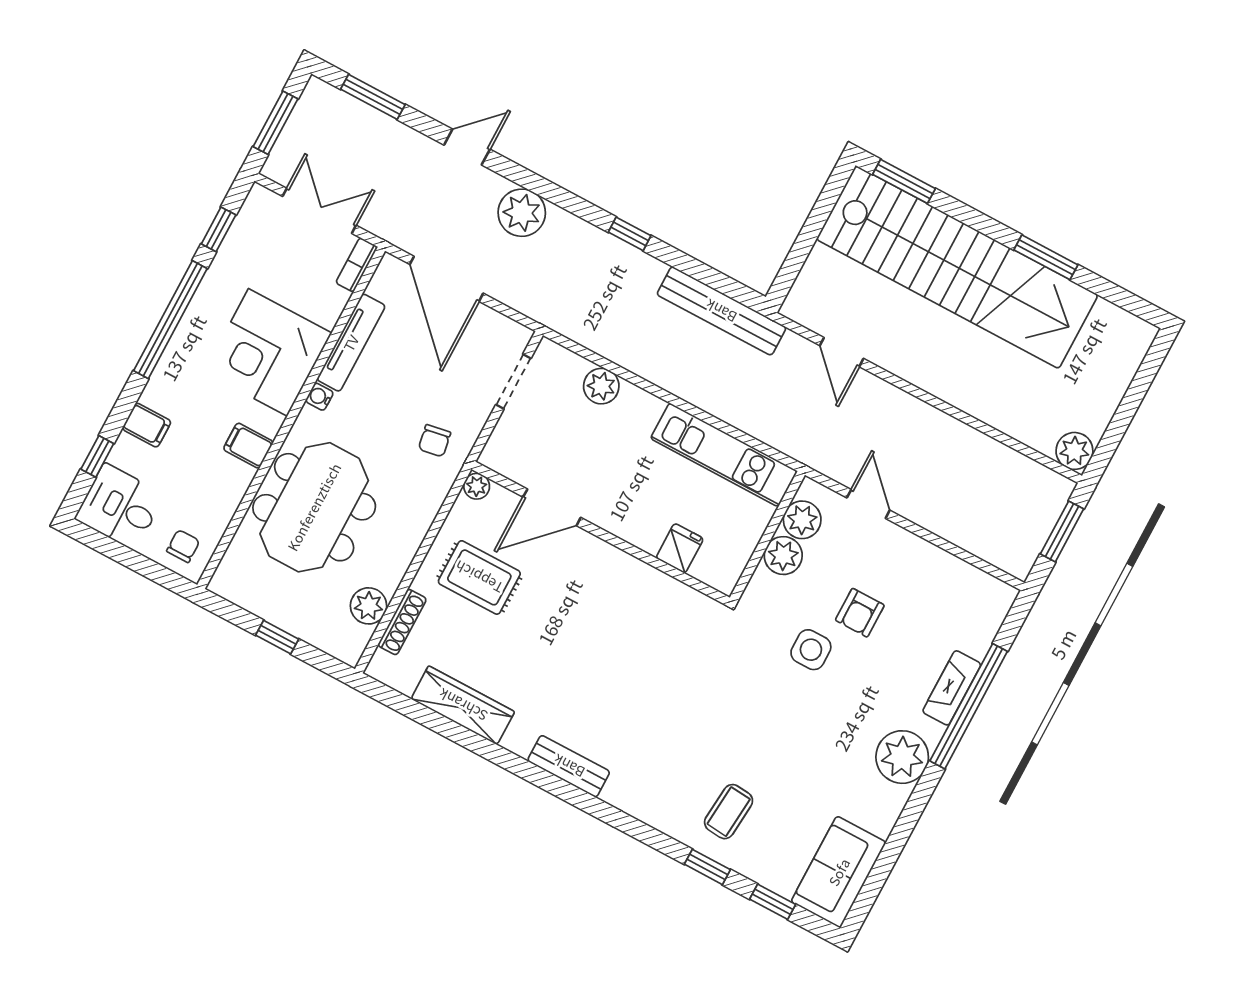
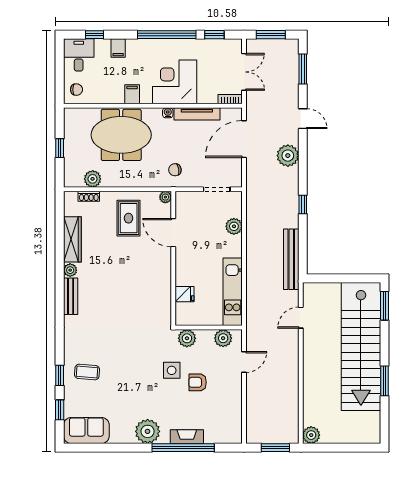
plant: (783, 556) -> (187, 338), moved
shoe rack: (402, 622) -> (89, 196), width x0.70
plant: (519, 740) -> (70, 270), added

